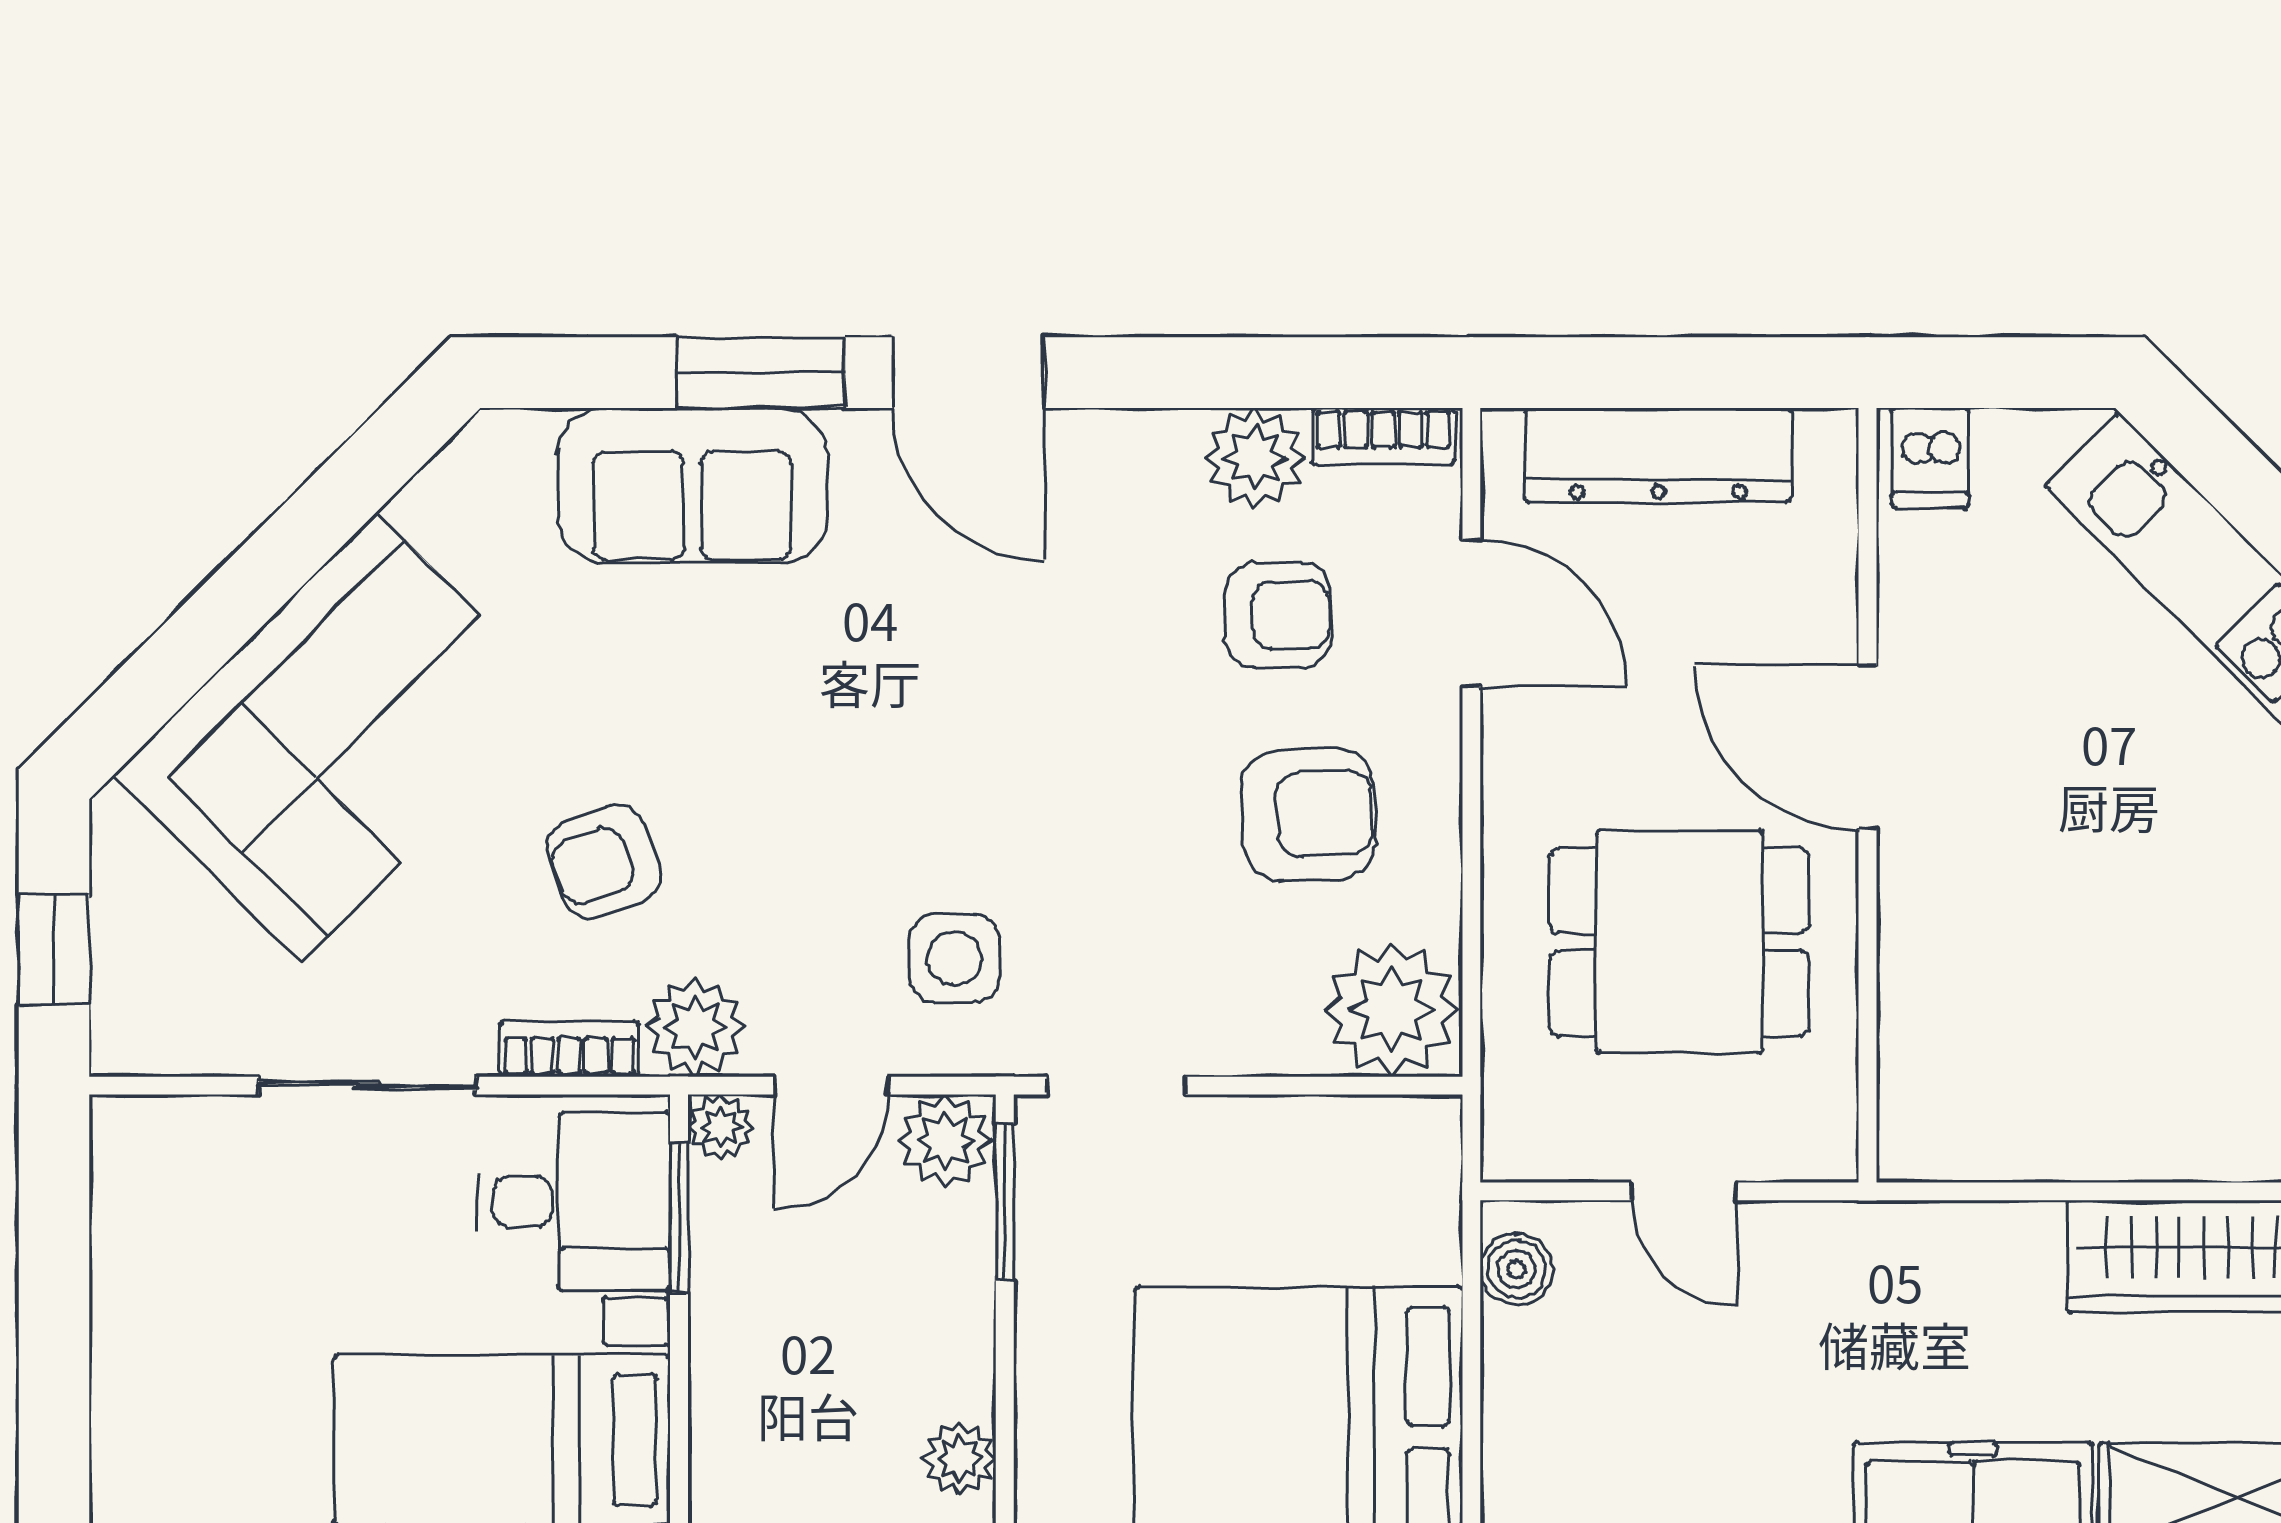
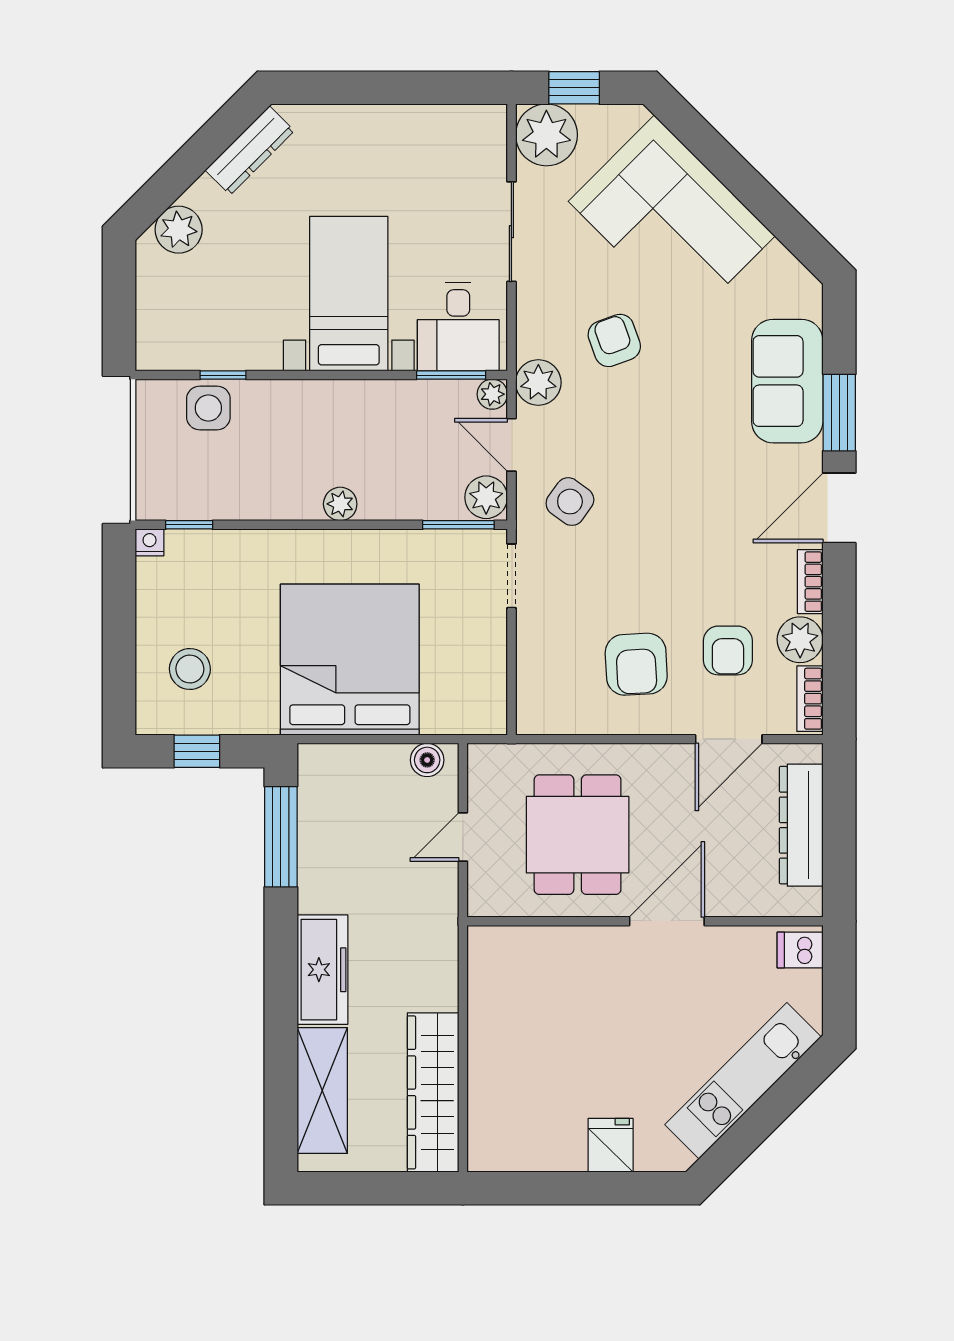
side table: (954, 958) -> (570, 502), turned 36
plant: (1391, 1010) -> (546, 135), moved
bookcase: (569, 1049) -> (810, 582), moved, turned 180

